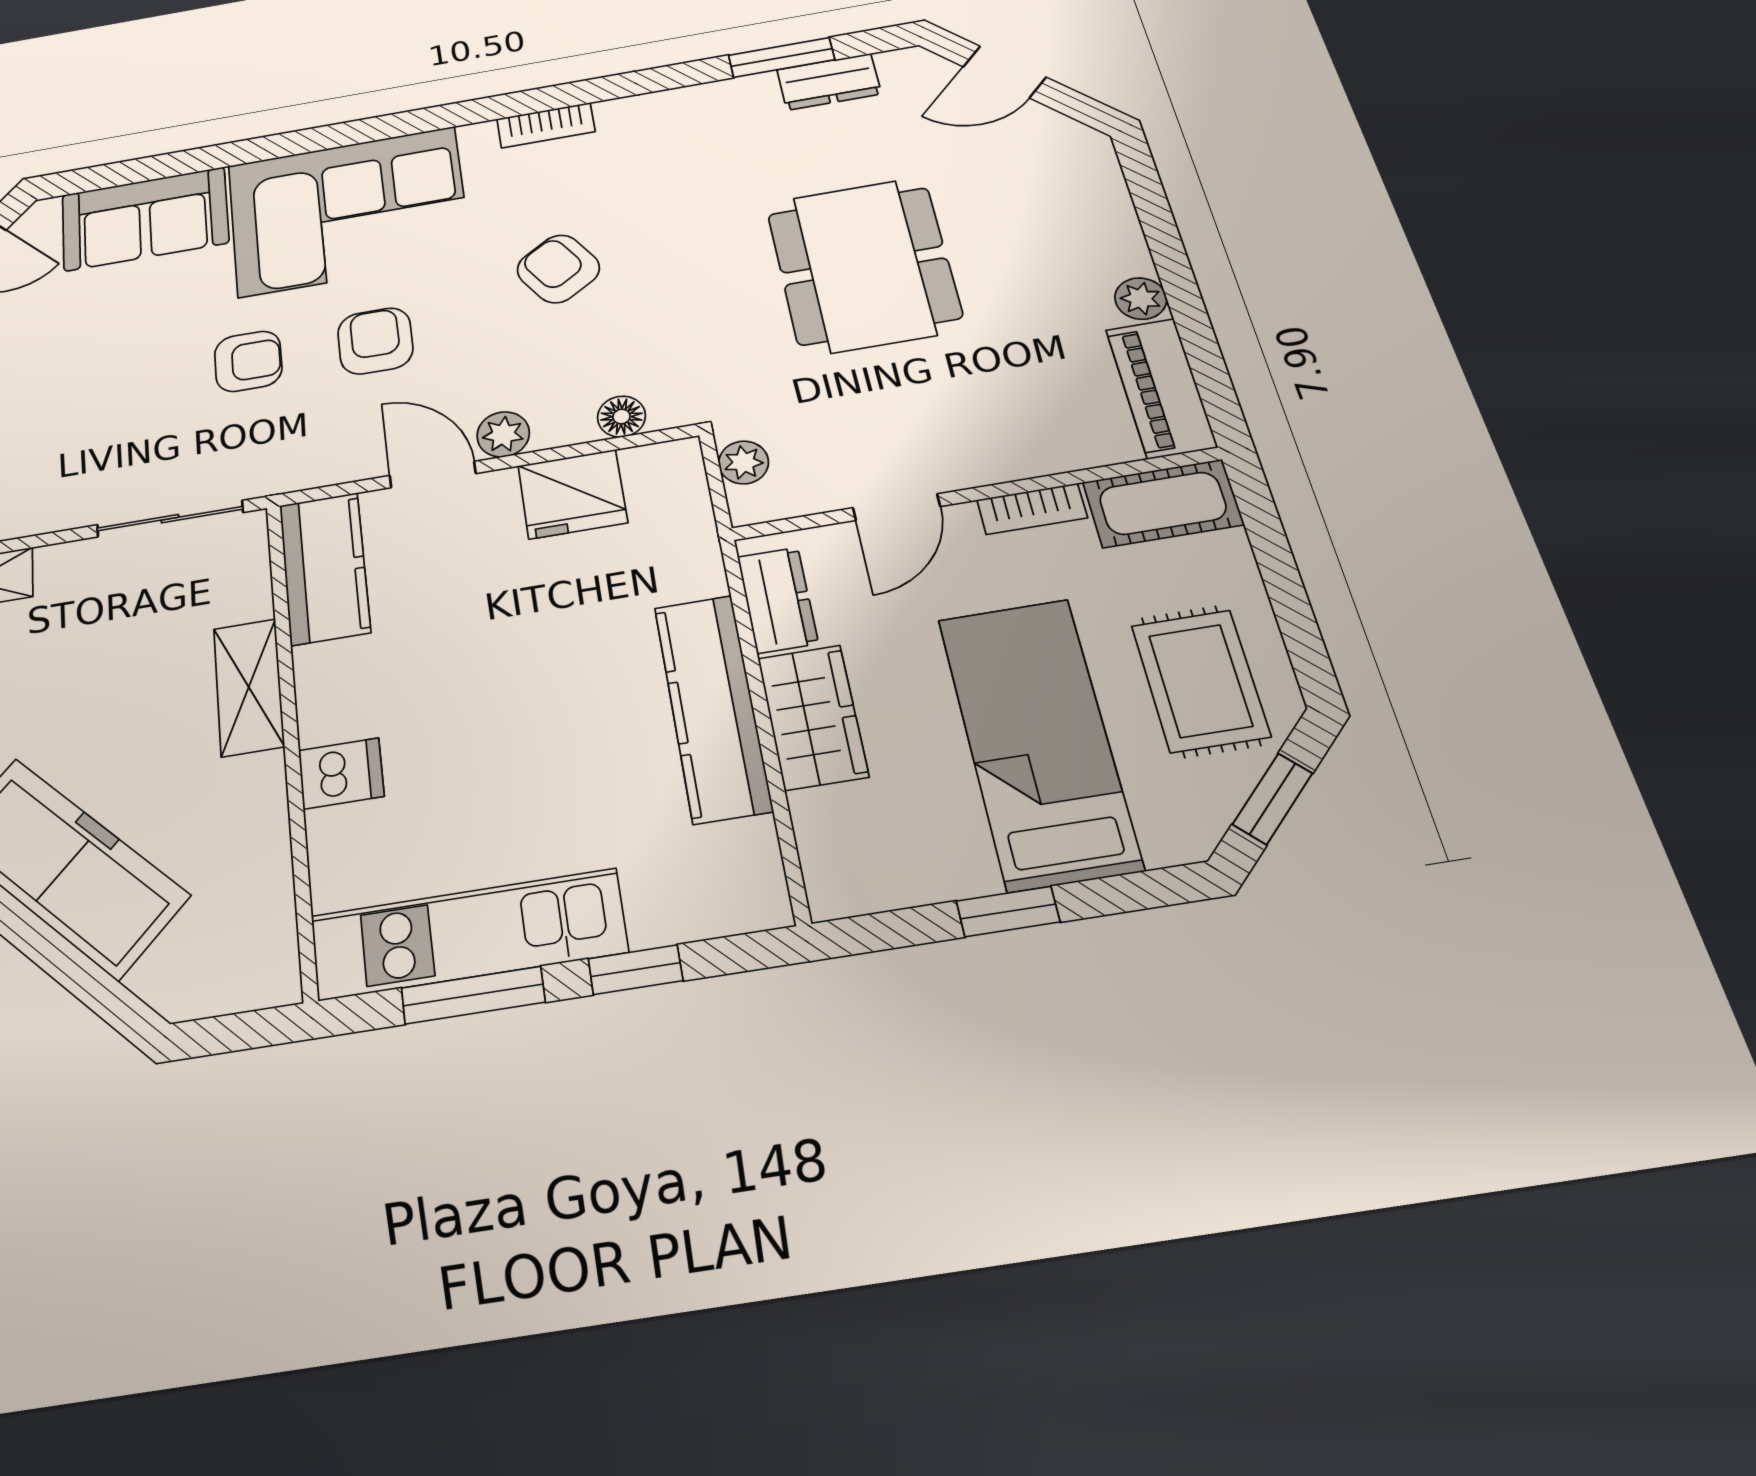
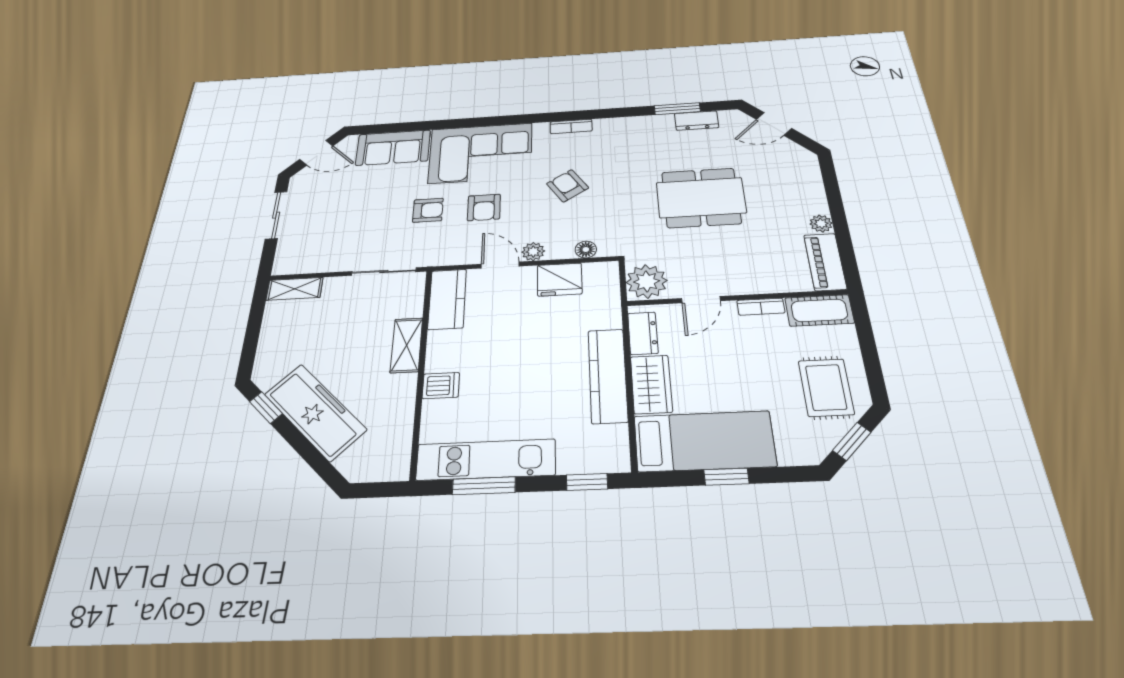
dining table: (864, 265) -> (701, 198), turned 90
armchair: (375, 341) -> (484, 207), turned 180
plant: (744, 462) -> (647, 281), width x1.88, depth x1.88
bed: (1038, 742) -> (704, 441), moved, turned 90
window: (636, 970) -> (587, 482), moved

